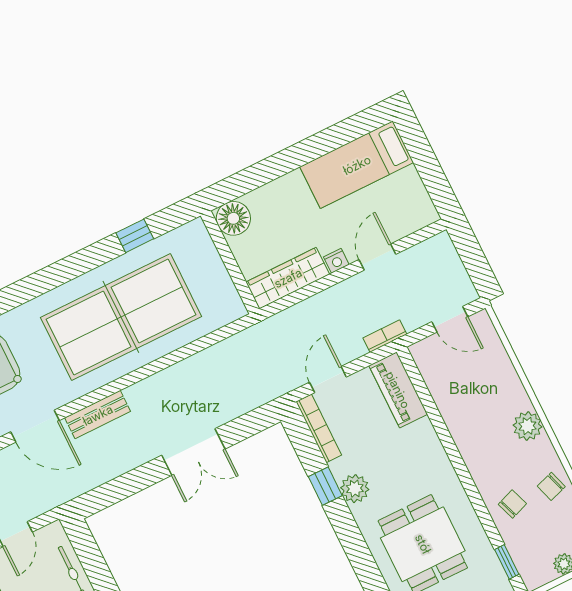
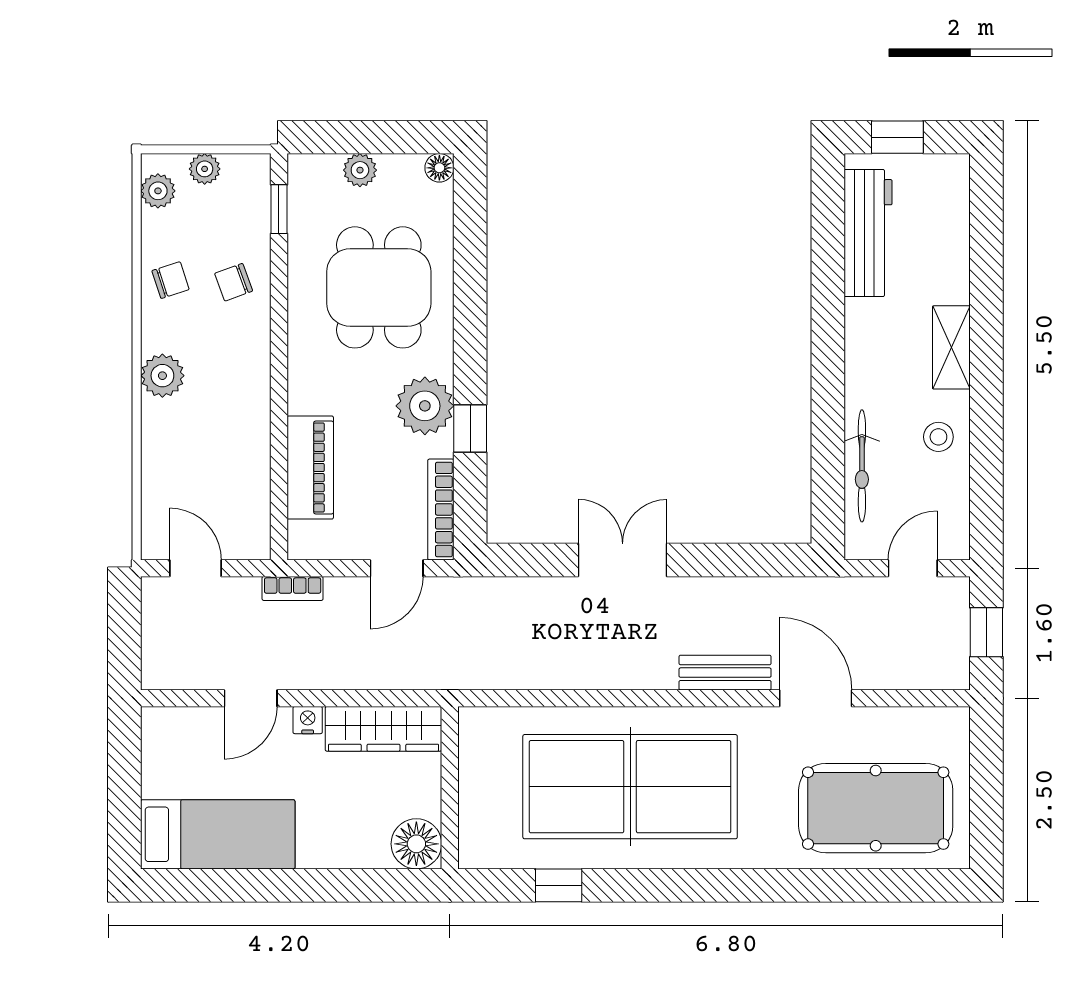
piano: (398, 390) -> (310, 468), moved
plant: (355, 489) -> (425, 406), width x1.36, depth x1.36

